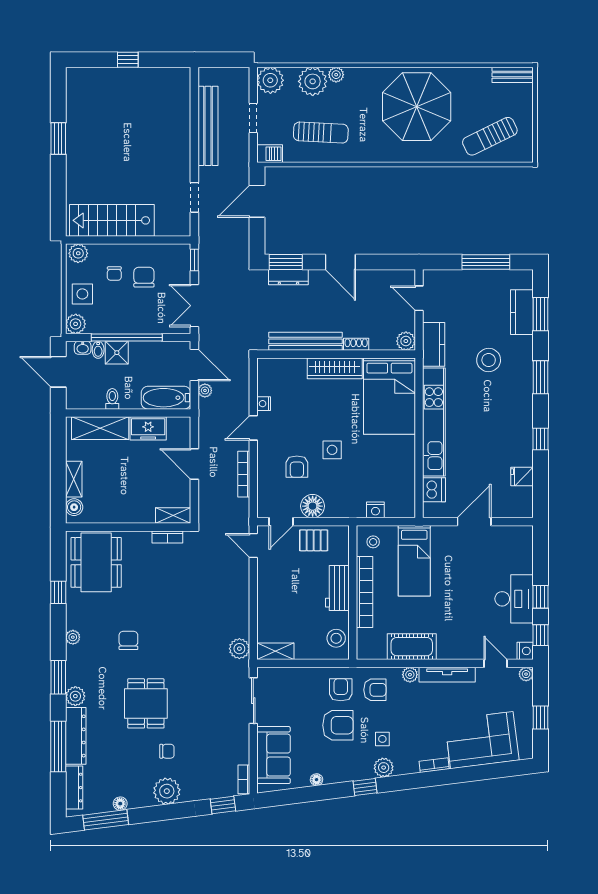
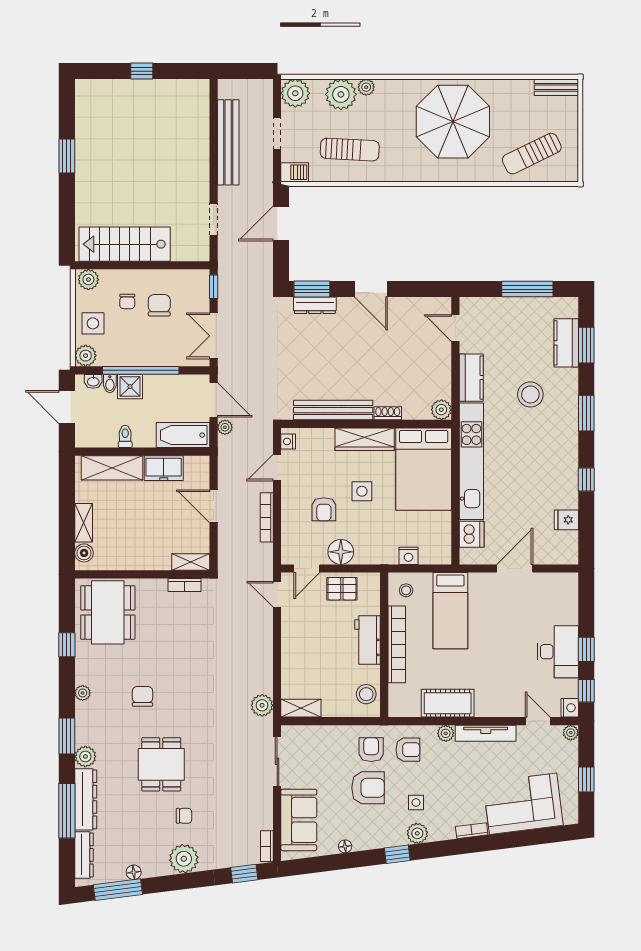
bench: (305, 341) -> (333, 410), moved
plant: (406, 341) -> (441, 410), moved
shoe rack: (356, 344) -> (388, 413), moved
wall: (336, 354) -> (366, 424), moved
wardrobe: (335, 368) -> (365, 439), moved
bed: (389, 396) -> (424, 469), moved

